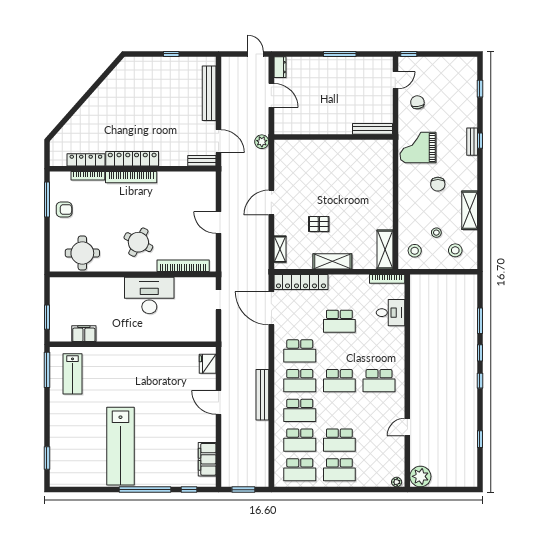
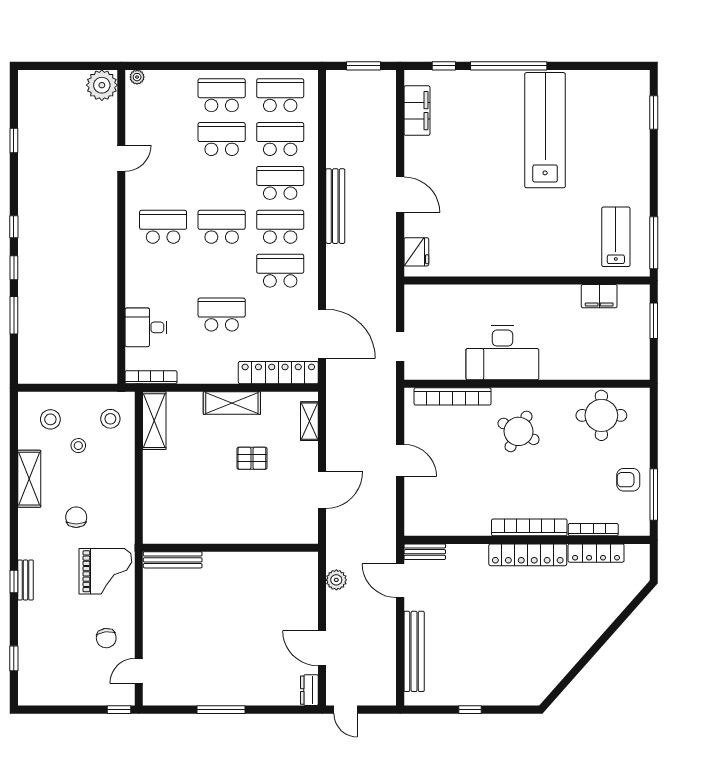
bench: (372, 129) -> (173, 560), moved
wall: (333, 137) -> (230, 548), moved

